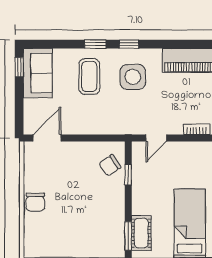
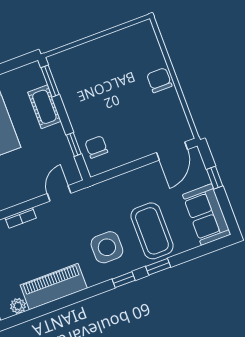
window: (19, 67) -> (215, 178), moved
coffee table: (89, 77) -> (152, 231), width x1.36, depth x1.32
chair: (110, 165) -> (96, 147), turned -56
cot: (141, 233) -> (44, 107), moved

